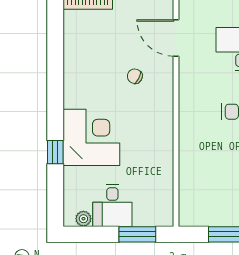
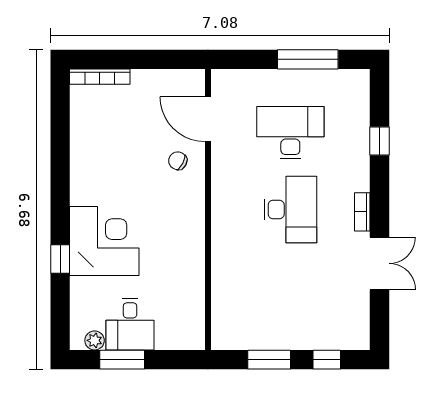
chair: (135, 76) -> (178, 161), moved
window: (137, 234) -> (122, 360), moved

